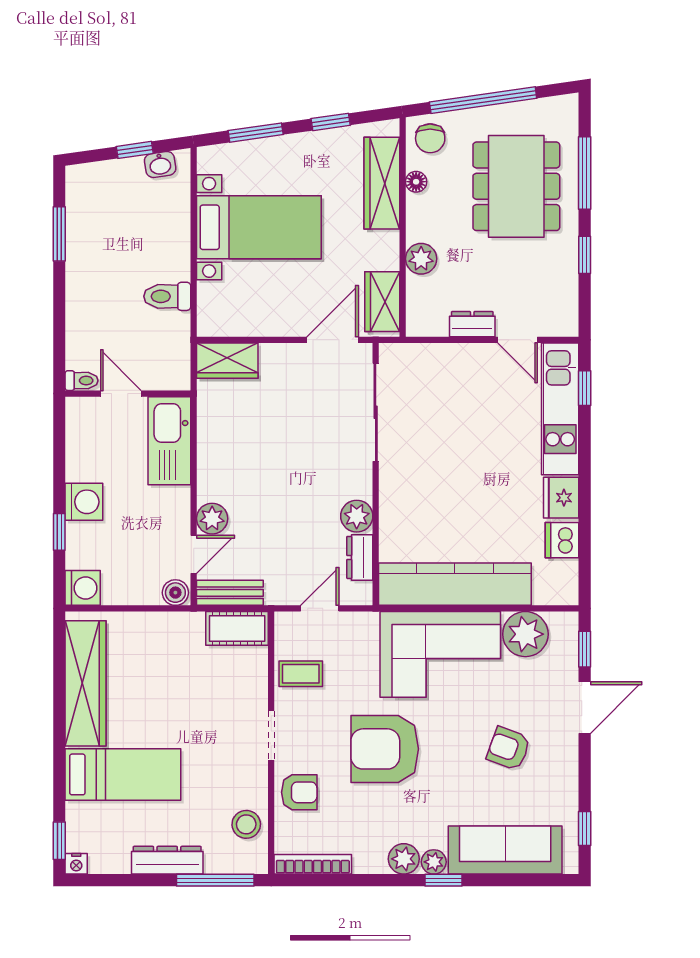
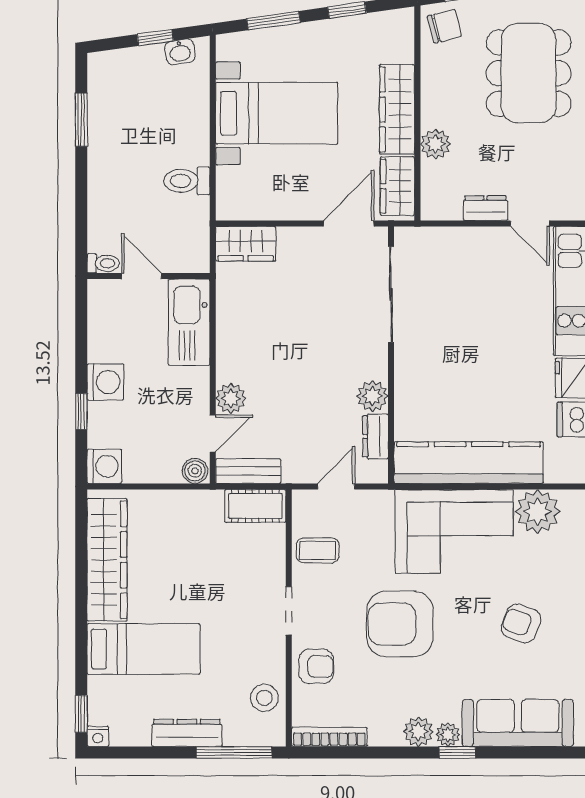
chair: (430, 138) -> (444, 26), turned -104
floor lamp: (416, 182) -> (431, 69), removed
wardrobe: (382, 183) -> (397, 109), moved

